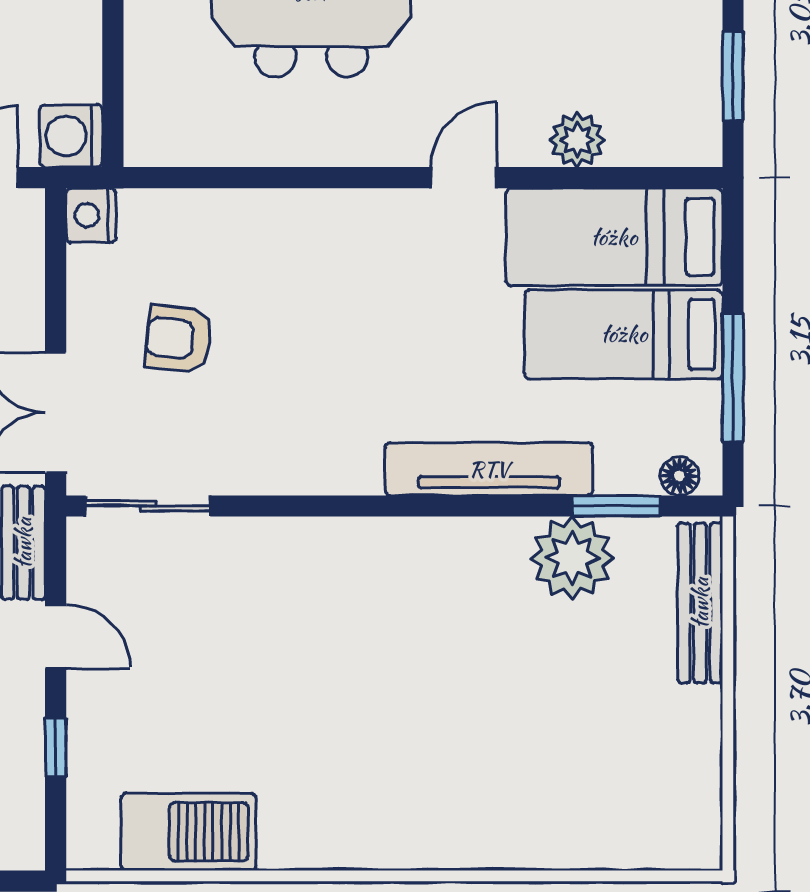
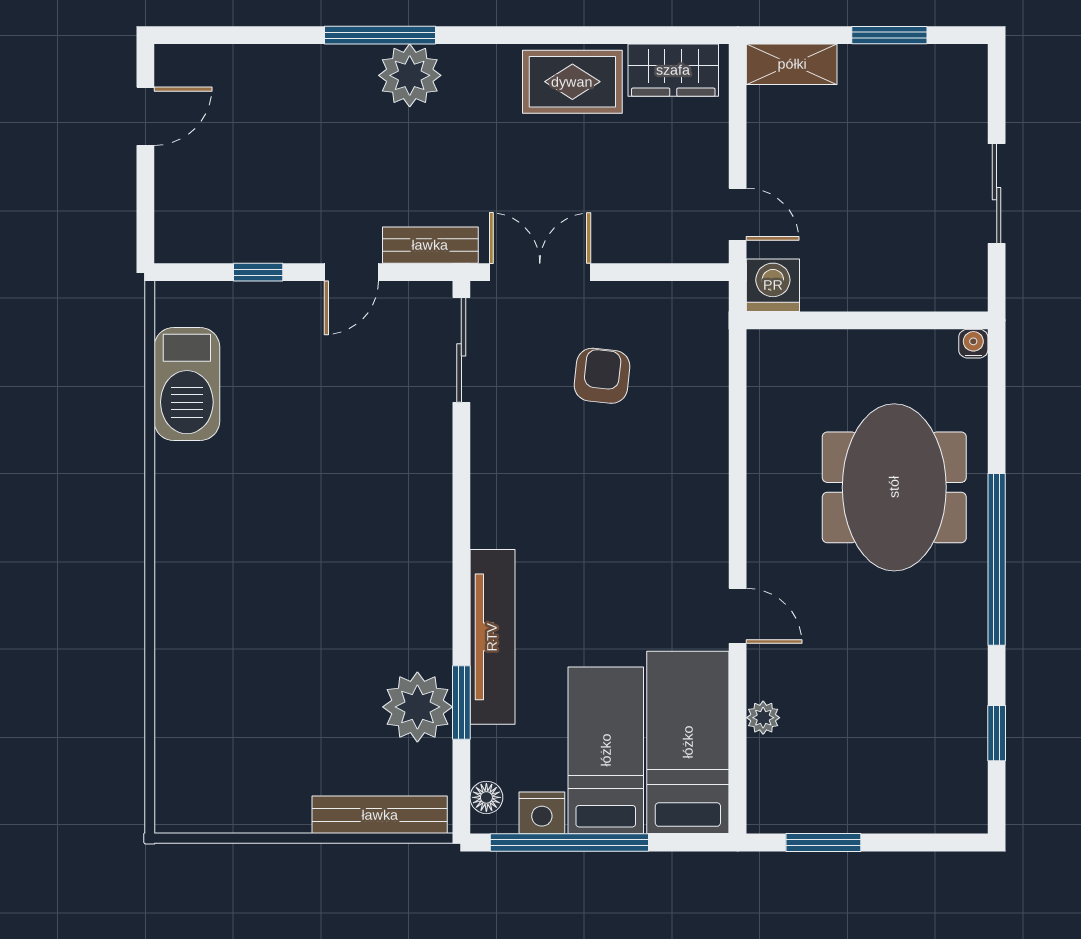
plant: (577, 140) -> (763, 718), width x0.73, depth x0.73
nightstand: (91, 215) -> (542, 813), moved, turned 180
window: (733, 377) -> (569, 843), width x1.46
window: (616, 506) -> (461, 702), moved

